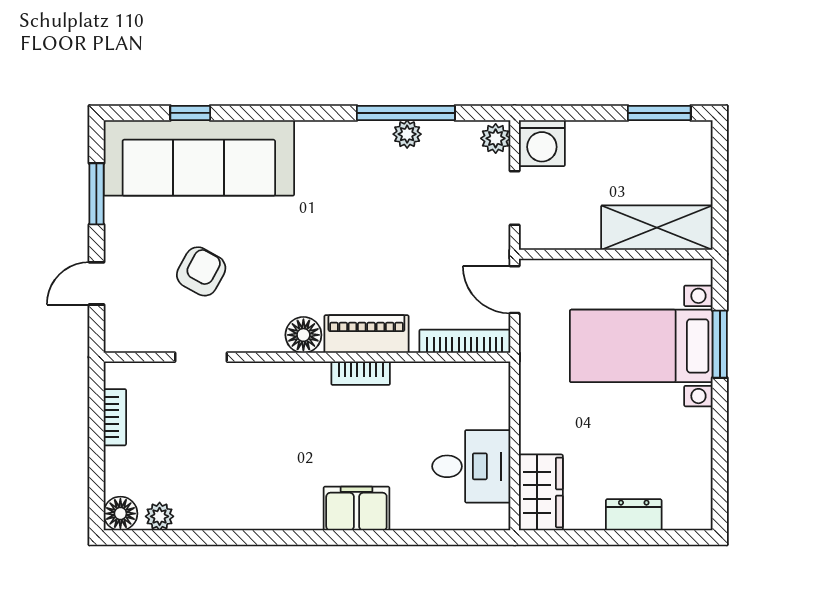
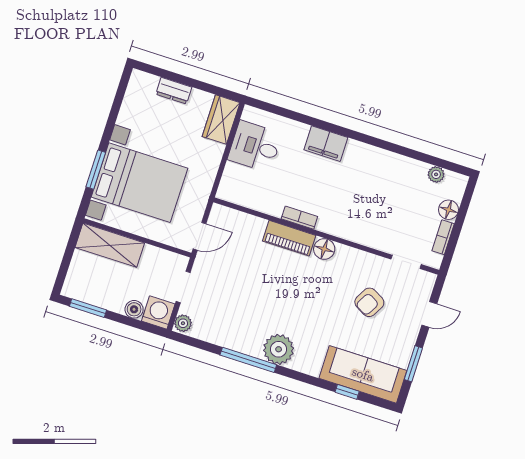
window: (406, 113) -> (248, 360), moved
plant: (407, 134) -> (279, 349), moved, width x1.88, depth x1.88
boiler: (583, 135) -> (134, 309), added
sofa: (199, 158) -> (363, 374), width x0.74, depth x0.79
door: (515, 290) -> (199, 236), hinge flipped
bookcase: (465, 341) -> (236, 217), removed
bed with nightstands: (641, 346) -> (139, 183), width x1.36
doorway: (201, 357) -> (406, 262), moved
floor lamp: (120, 514) -> (448, 210), moved

